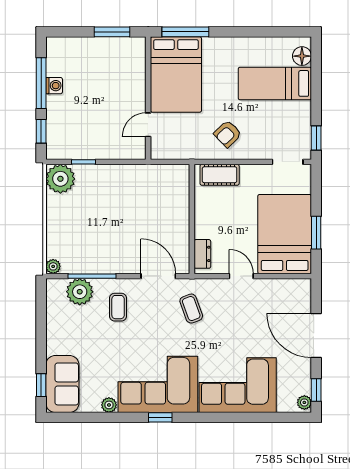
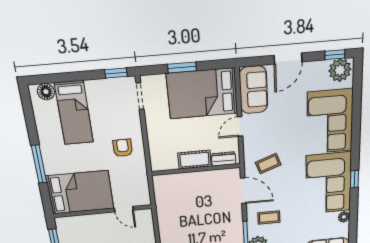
window: (185, 32) -> (39, 164), moved
armchair: (228, 134) -> (123, 148), turned -136
cot: (220, 175) -> (194, 160), moved, turned 90
window: (316, 233) -> (182, 68), moved
door: (158, 276) -> (243, 191), swing flipped
sofa: (284, 294) -> (253, 90), added
door: (316, 335) -> (288, 59), width x0.73
plant: (304, 402) -> (340, 70), width x1.88, depth x1.88

